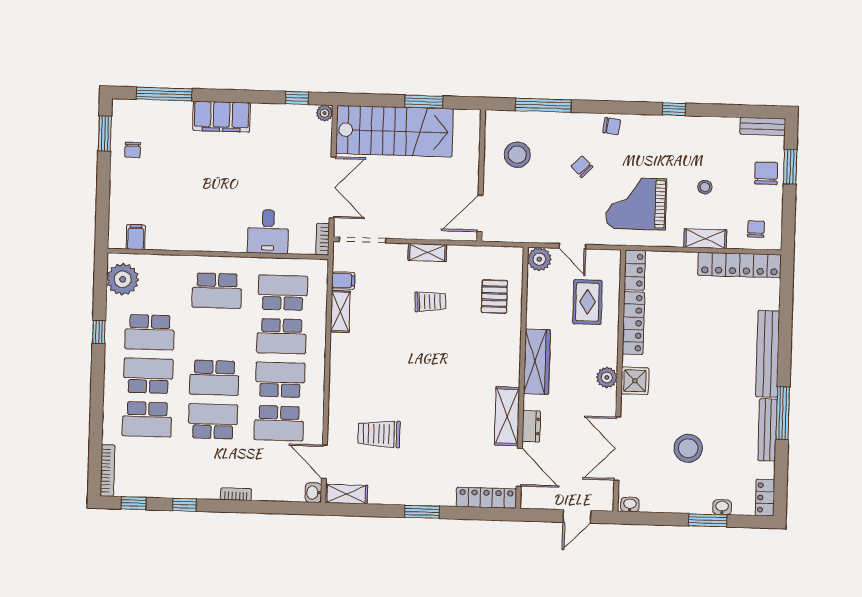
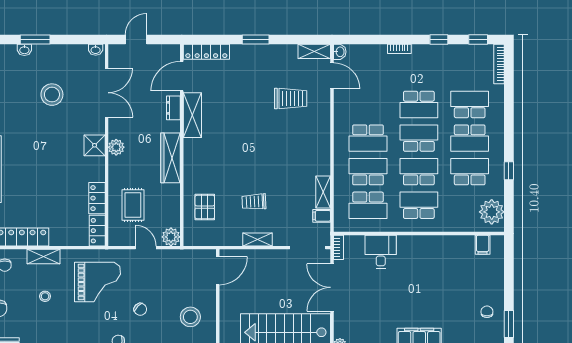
locker: (633, 323) -> (97, 198), width x0.66
school desk: (279, 423) -> (419, 172), moved
door: (519, 467) -> (182, 76), hinge flipped

